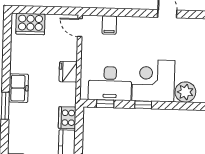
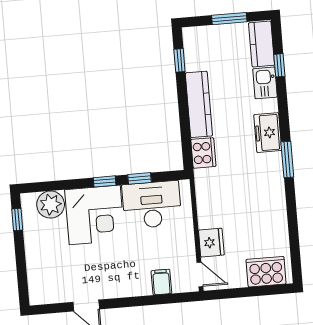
fridge: (68, 72) -> (211, 243), moved
freezer: (19, 88) -> (268, 133), moved
window: (105, 104) -> (140, 178), moved

